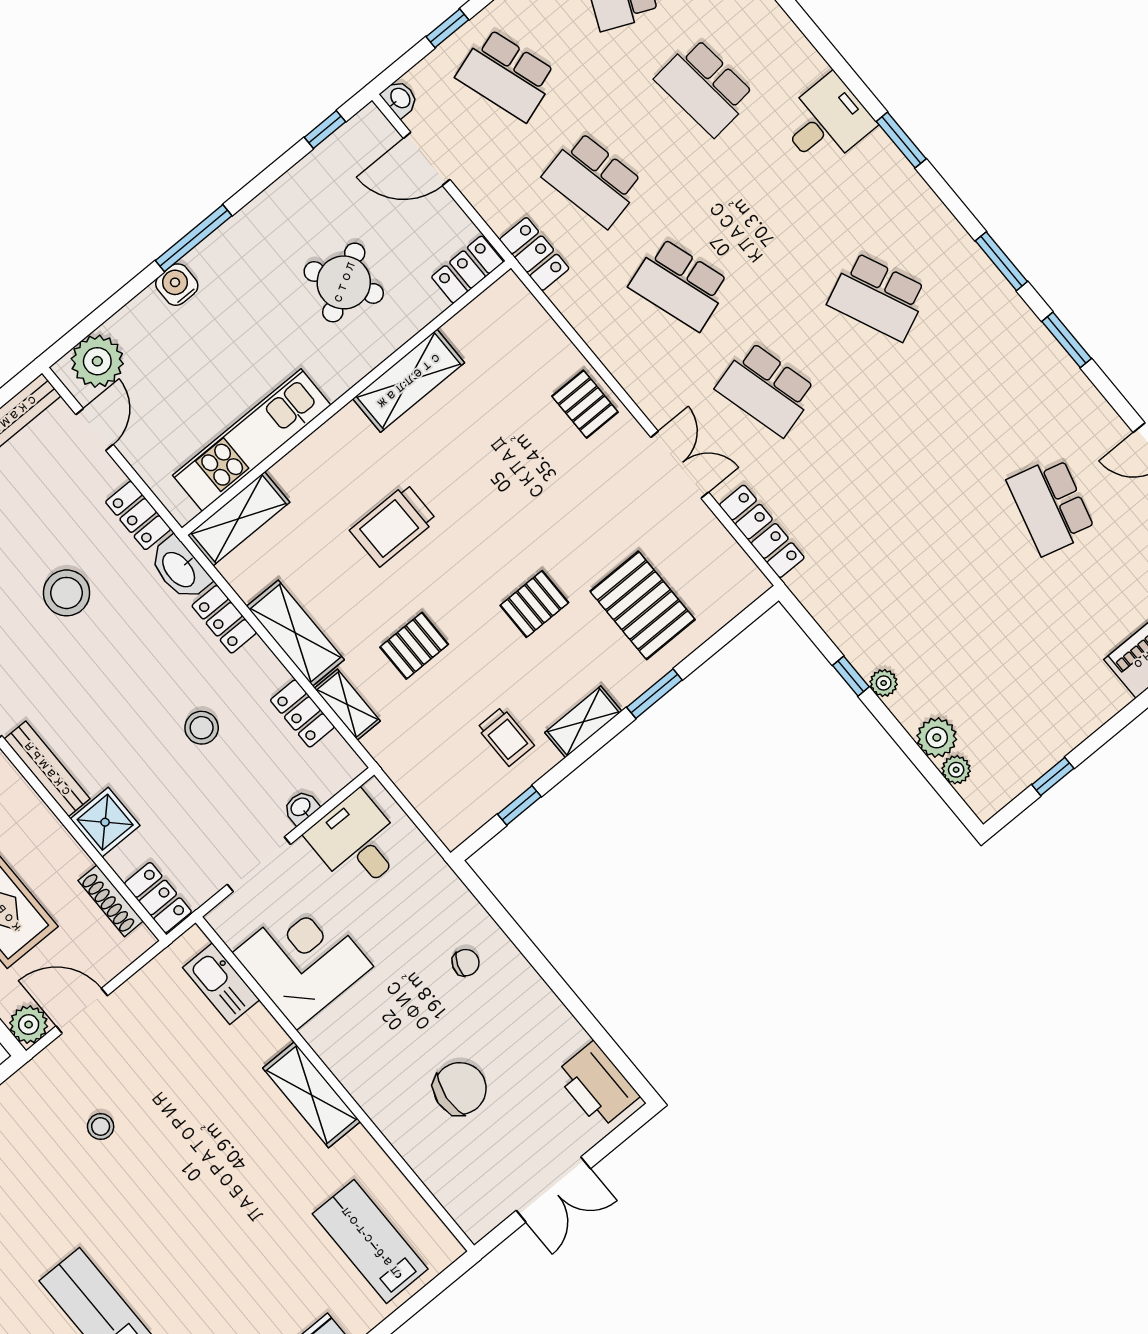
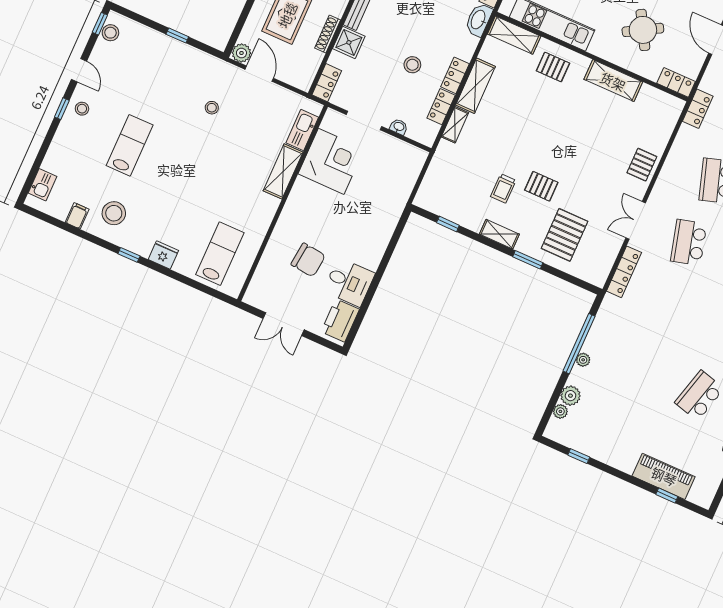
double door: (680, 465) -> (636, 220), swing flipped
trolley: (393, 525) -> (545, 106), removed
locker: (224, 619) -> (455, 75), moved
pallet: (414, 646) -> (553, 67), moved
window: (851, 676) -> (579, 344), width x3.17
trolley: (506, 737) -> (503, 188), moved
desk: (357, 842) -> (349, 282), moved, turned 90
shoe rack: (111, 901) -> (328, 34), moved
chair: (466, 963) -> (366, 235), removed
shelving: (311, 1095) -> (283, 171), moved

